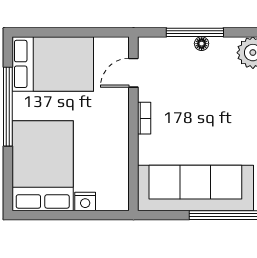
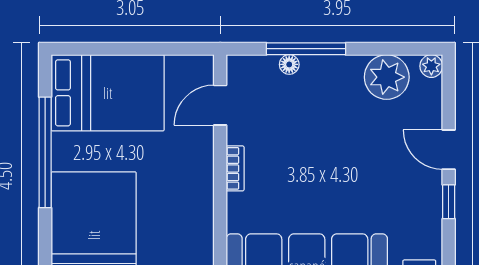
floor lamp: (202, 44) -> (289, 64), moved

